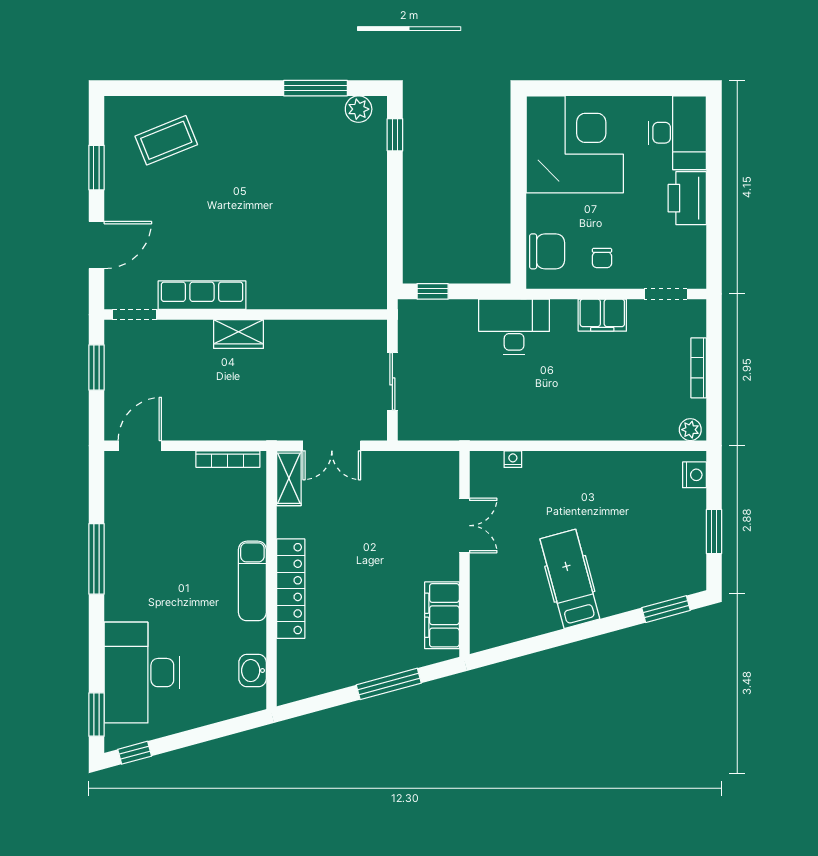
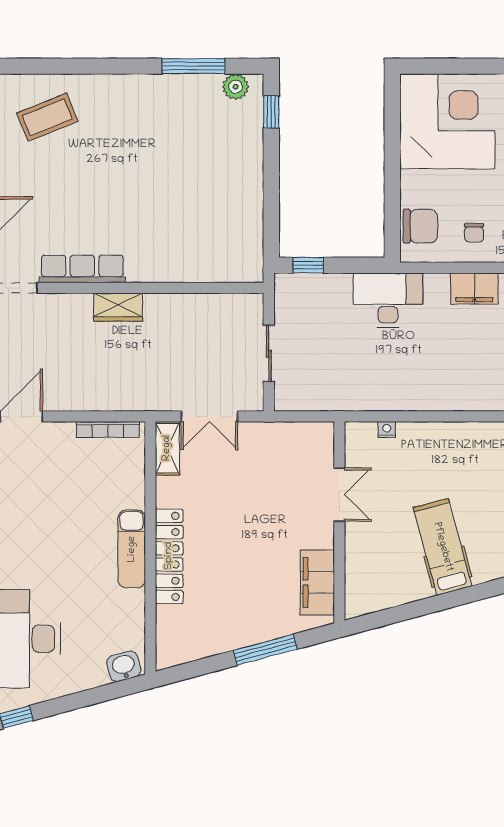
washbasin: (253, 671) -> (124, 666), moved, turned 75

